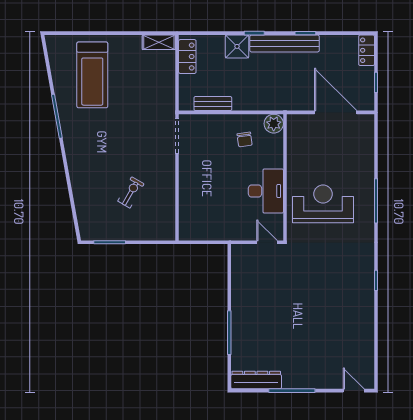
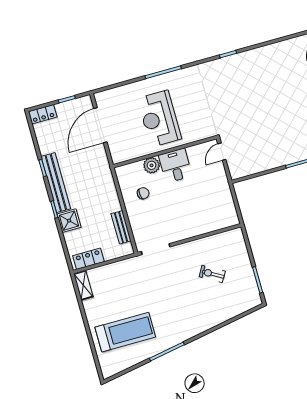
plant: (274, 124) -> (152, 165), moved
desk: (266, 191) -> (175, 166), width x0.73
reception desk: (323, 204) -> (159, 119), moved

